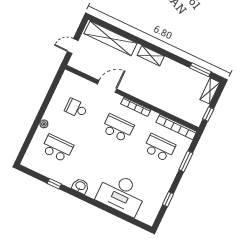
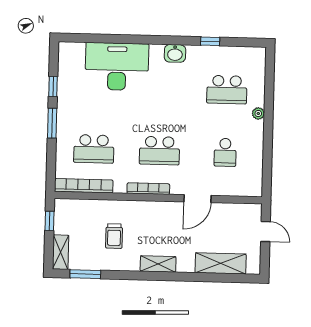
shelving: (111, 38) -> (221, 263), width x0.68
door: (73, 46) -> (265, 232), hinge flipped
trolley: (171, 86) -> (114, 236), added
school desk: (76, 108) -> (225, 152), turned 90
window: (186, 161) -> (52, 123), moved

